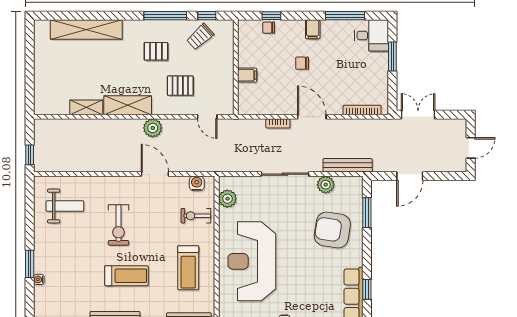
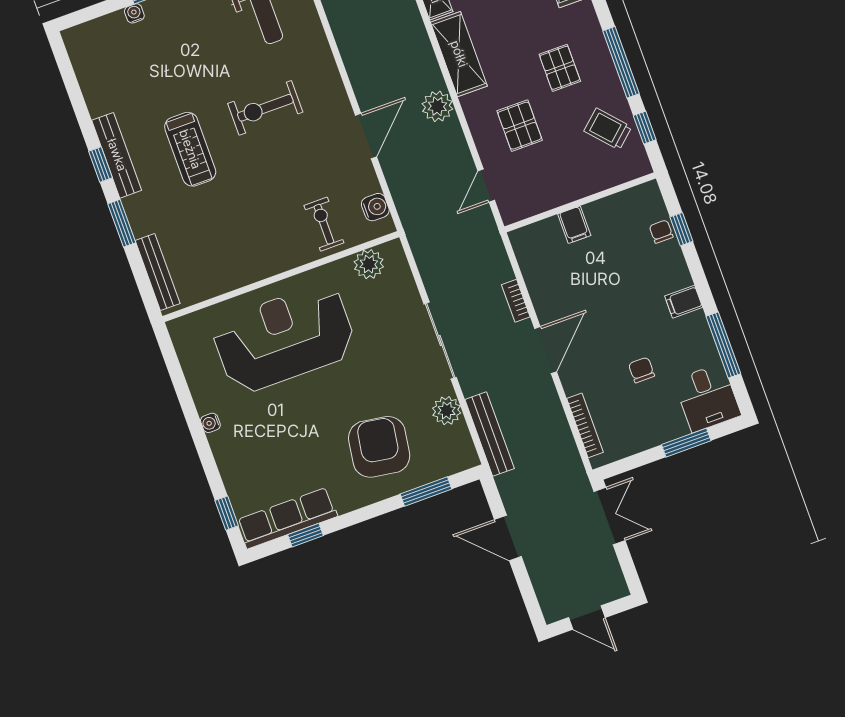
chair: (302, 63) -> (641, 370), moved
treadmill: (188, 268) -> (238, 242), removed

